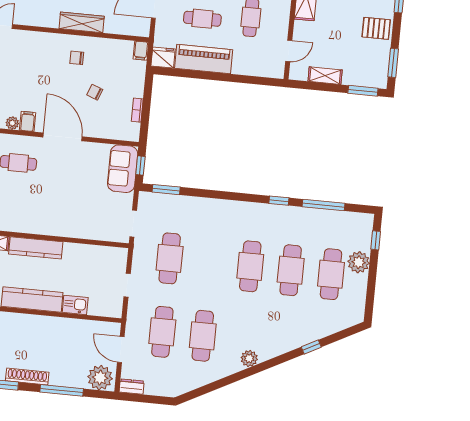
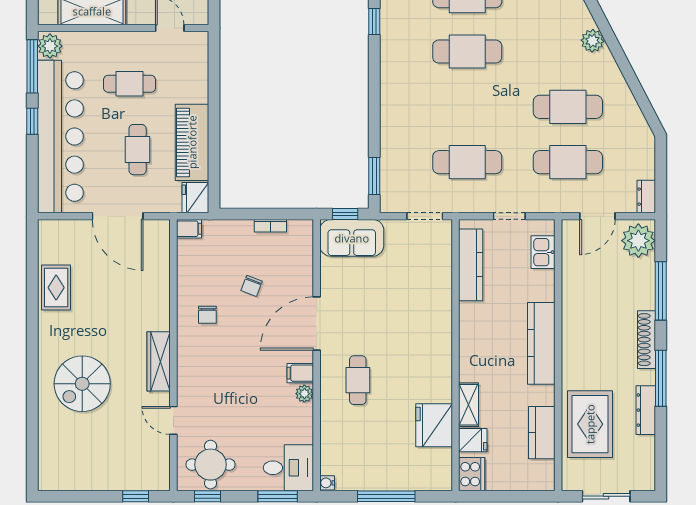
wardrobe: (82, 22) -> (159, 361), moved
kitchen counter: (36, 248) -> (471, 265), moved
kitchen sink: (75, 305) -> (543, 252), moved

